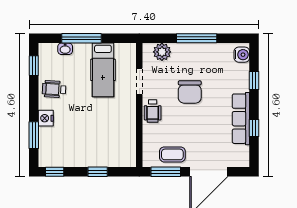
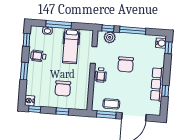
window: (158, 38) -> (108, 28), added
window: (254, 81) -> (169, 48), moved
nightstand: (46, 118) -> (30, 101), moved
window: (34, 135) -> (24, 71), moved
chair: (96, 136) -> (63, 88), added

